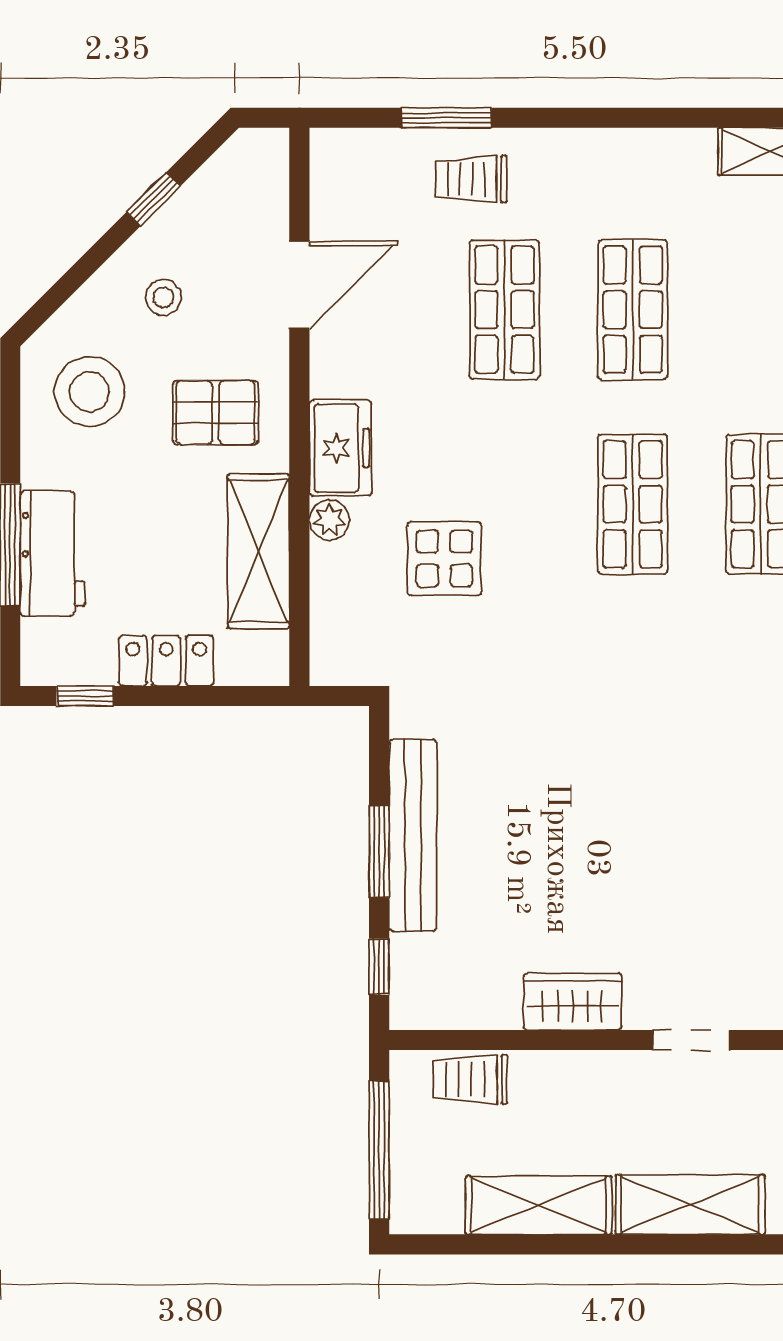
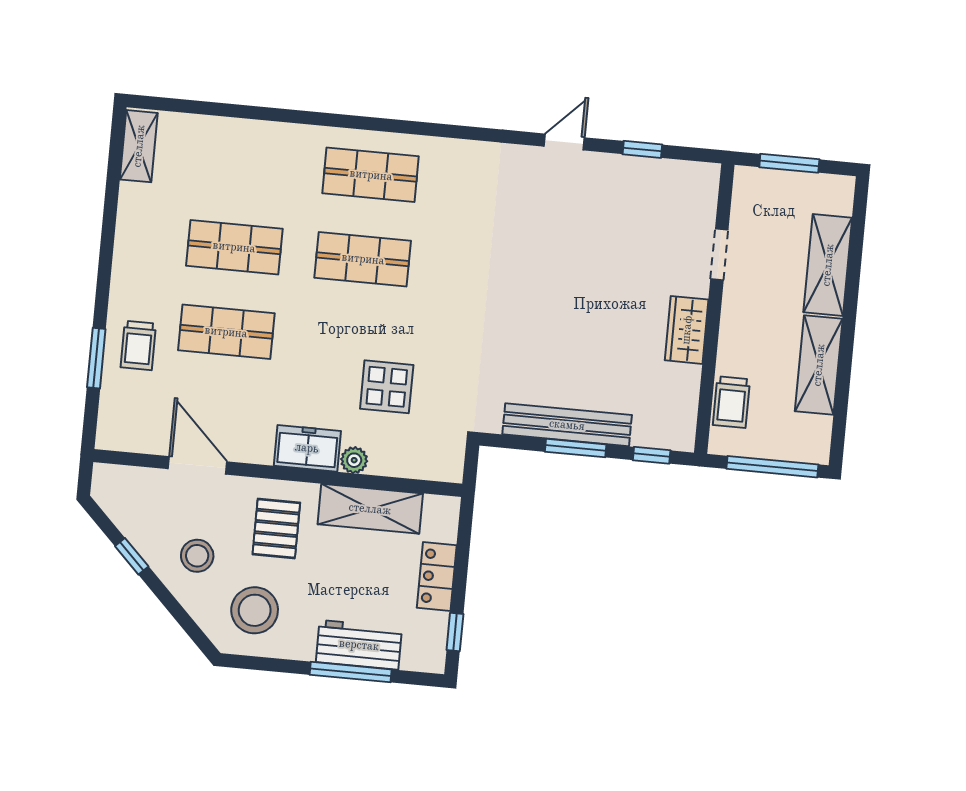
stool: (163, 297) -> (197, 556), width x1.37, depth x1.37

